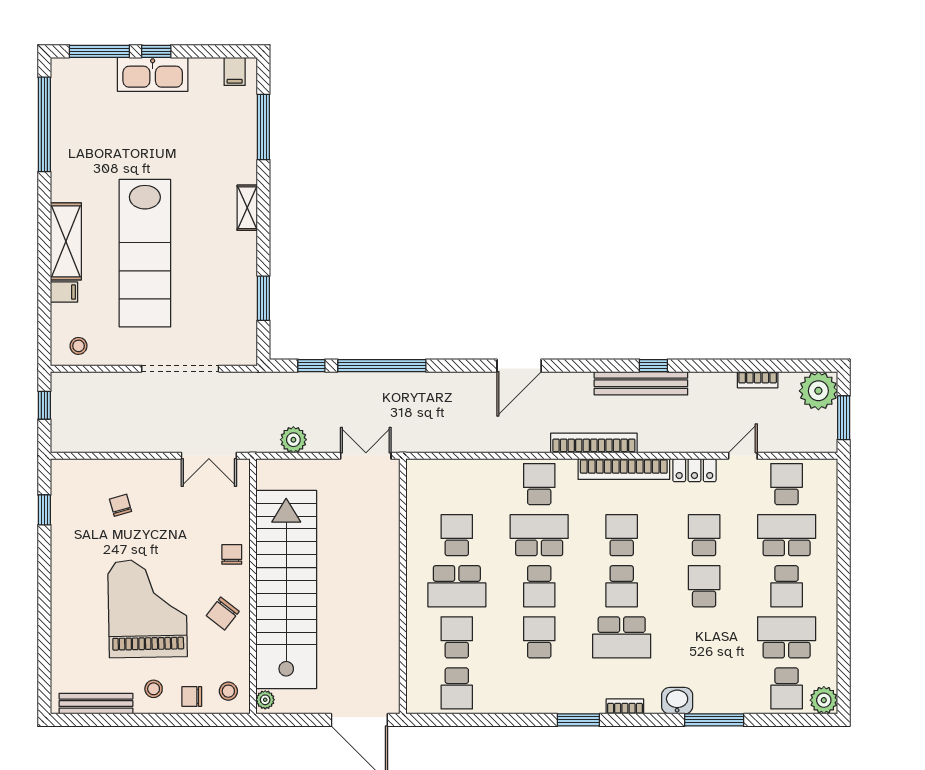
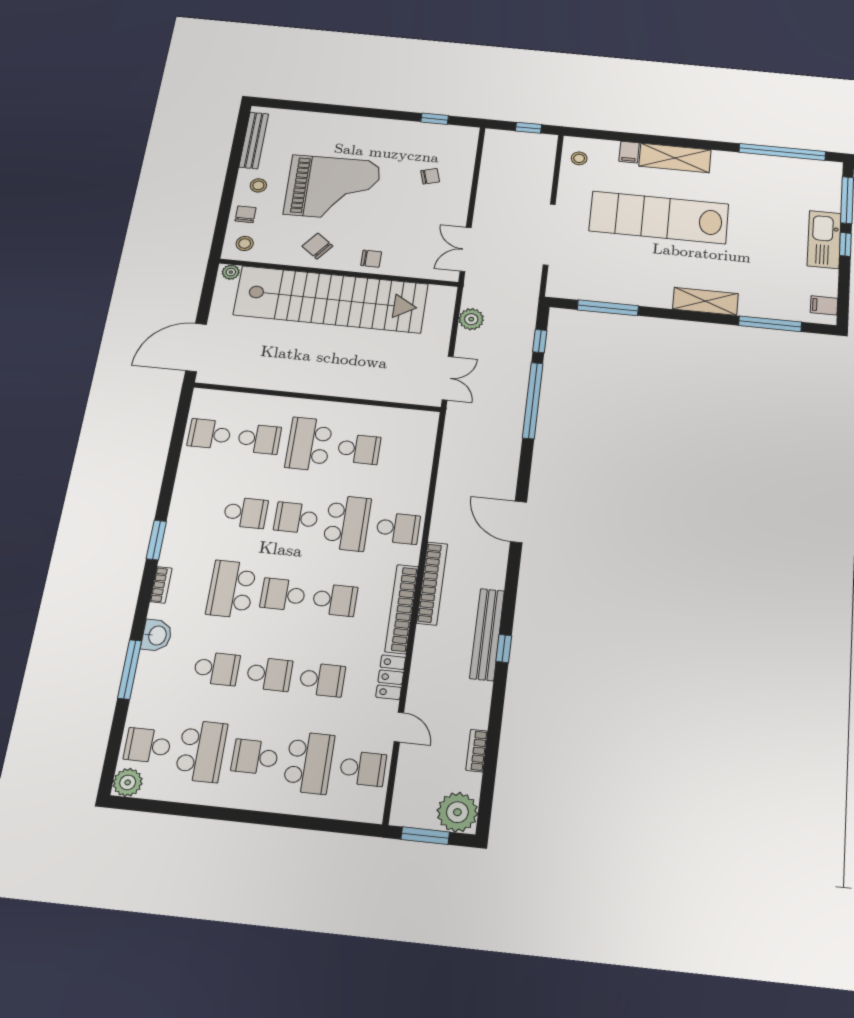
shelving: (247, 208) -> (705, 301), width x1.50, depth x1.33
window: (263, 298) -> (608, 308), width x1.44
school desk: (704, 637) -> (217, 669), added

